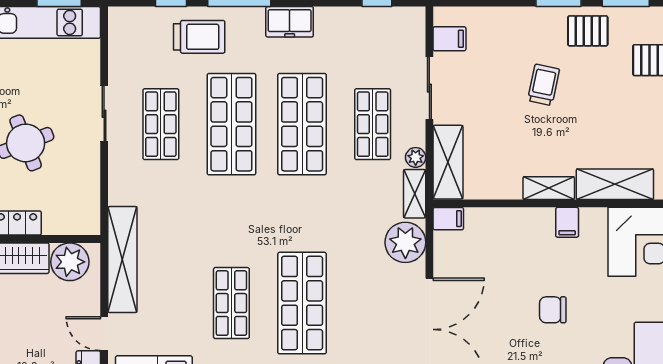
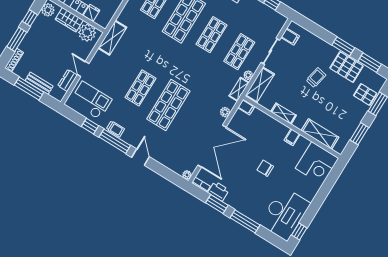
pallet: (588, 31) -> (346, 67), width x1.50, depth x1.42
shop shelf: (302, 124) -> (212, 35), width x0.70, depth x0.74
shelving: (549, 188) -> (284, 114), moved
fridge: (56, 220) -> (91, 13), added
plant: (405, 242) -> (225, 112), width x0.53, depth x0.53
shelving: (122, 260) -> (112, 38), width x0.68

